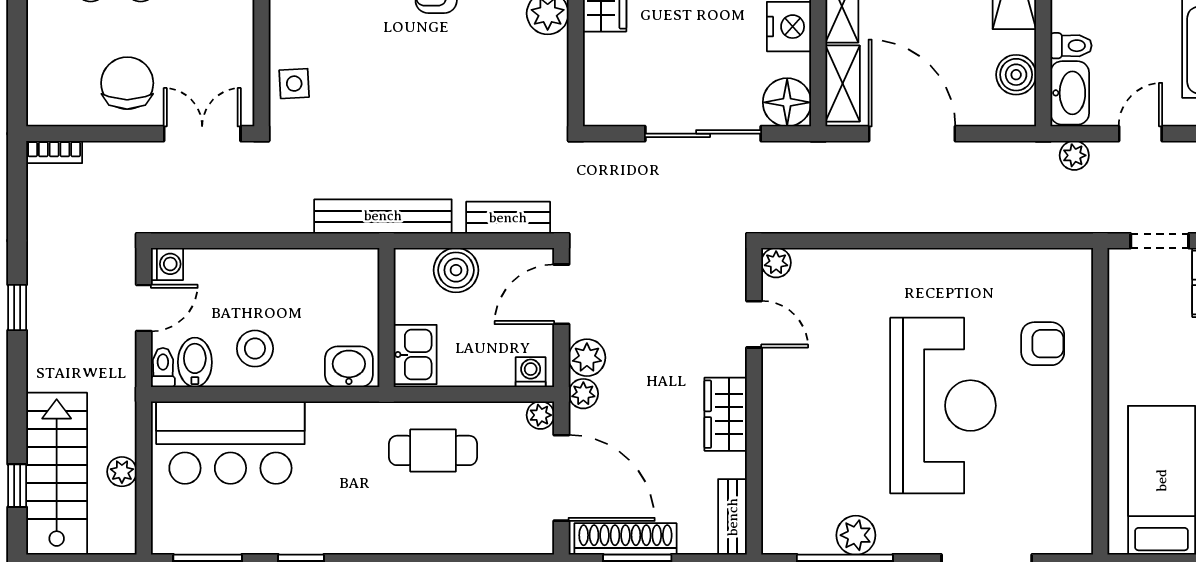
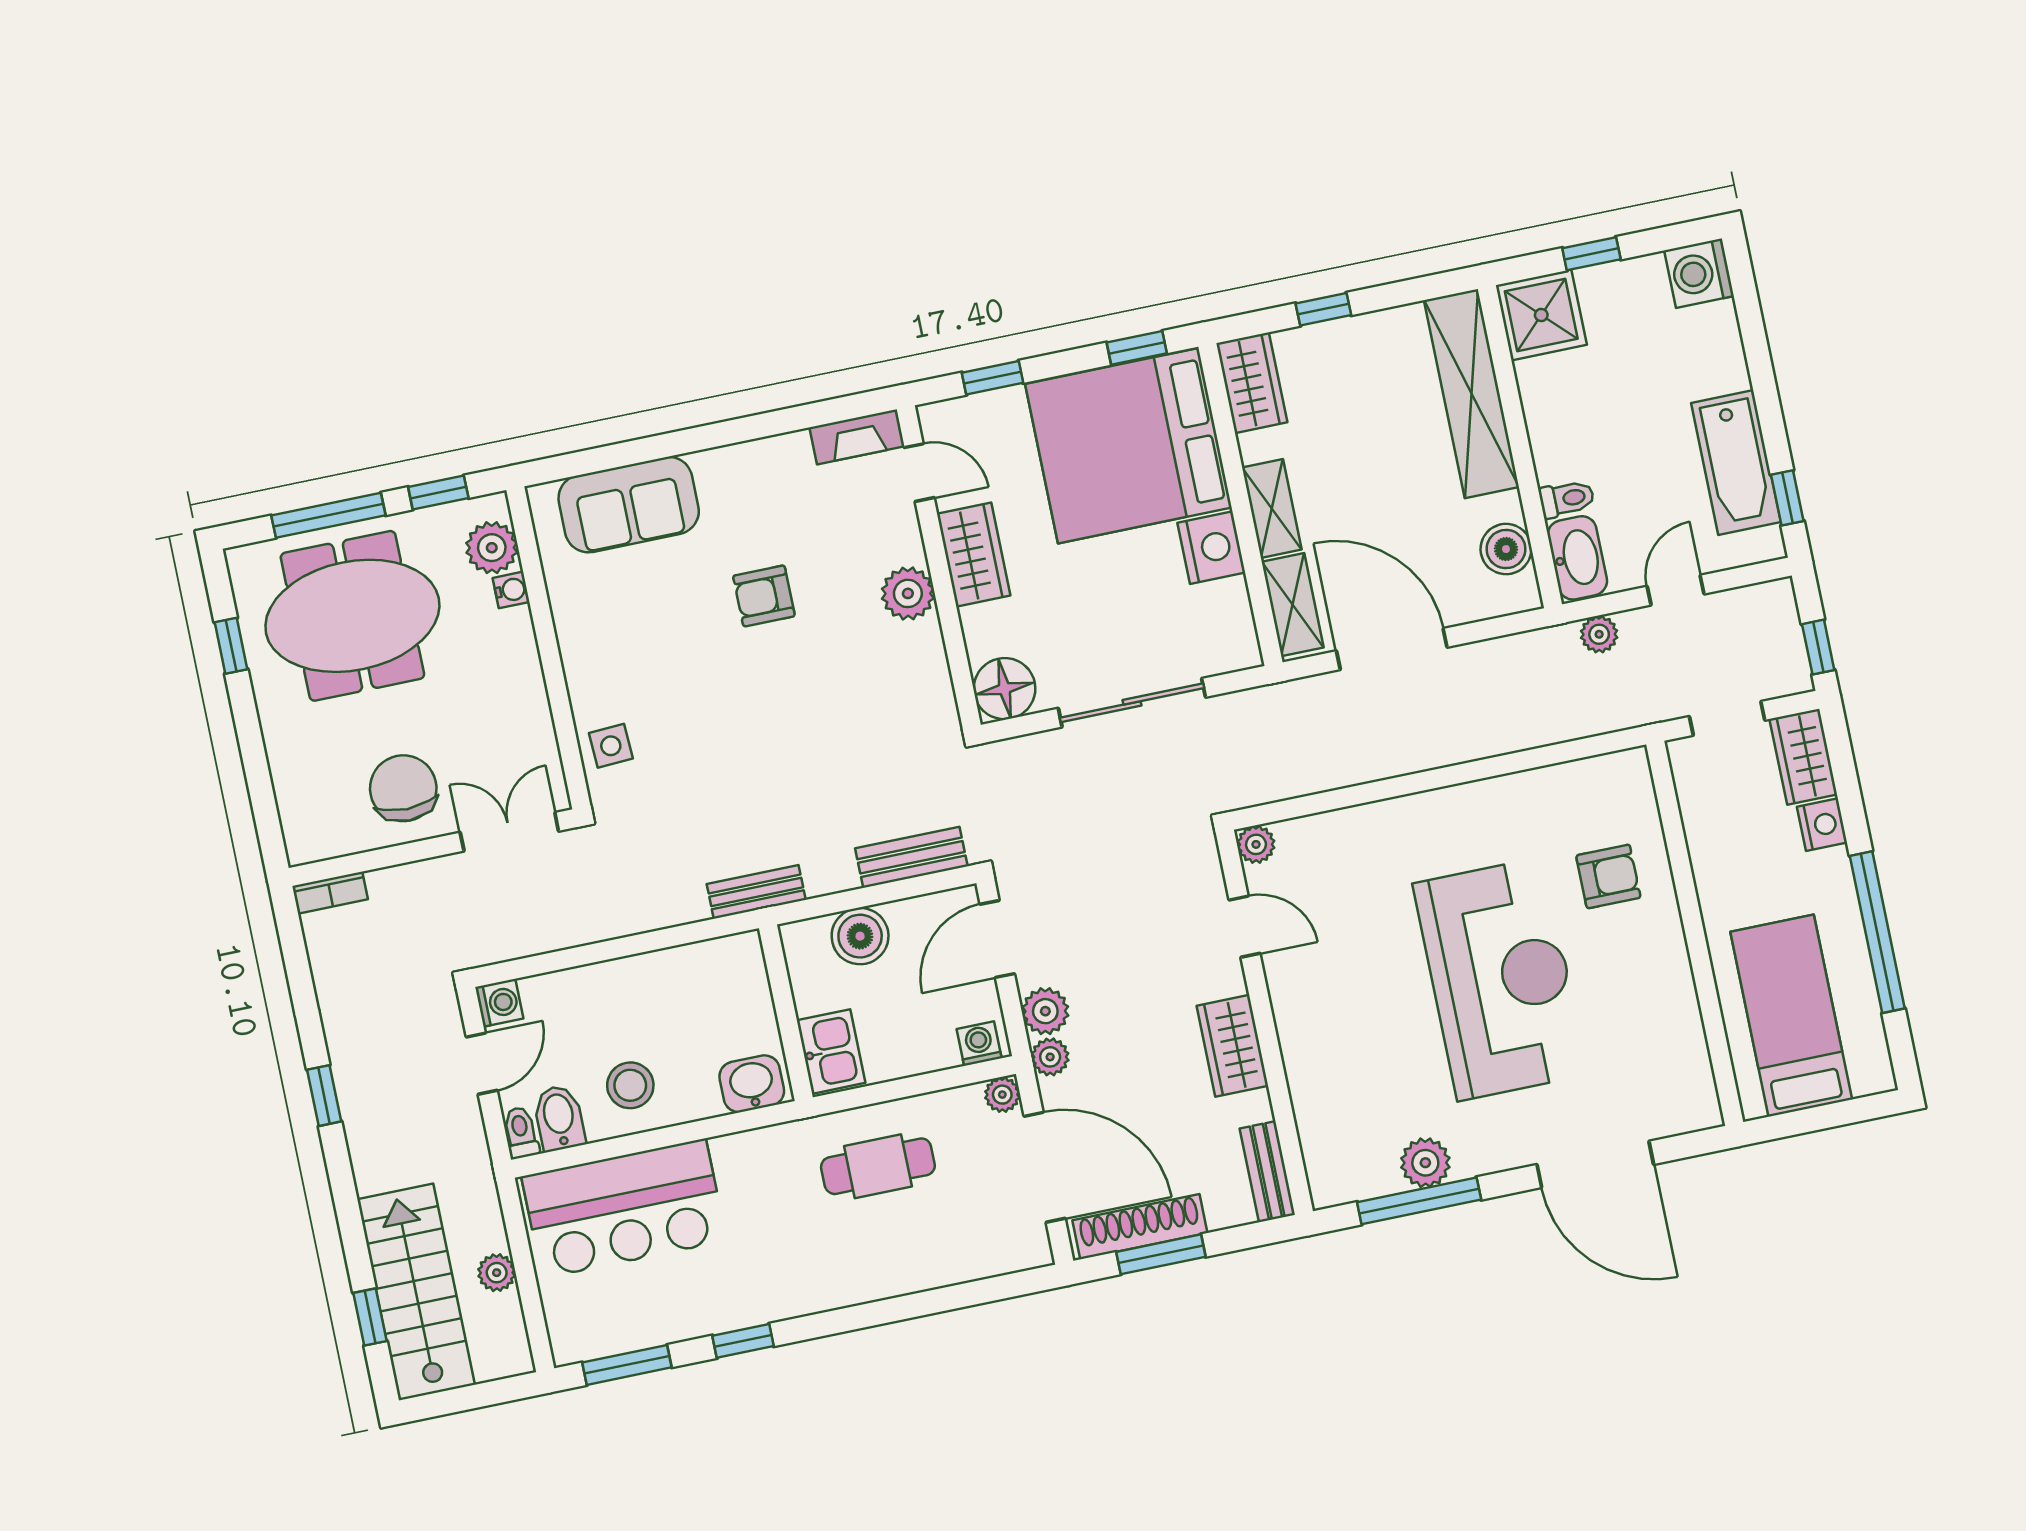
floor lamp: (787, 102) -> (1005, 689), moved
bench: (383, 216) -> (756, 892), width x0.54, depth x0.82

